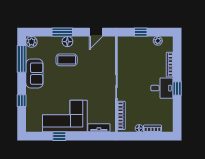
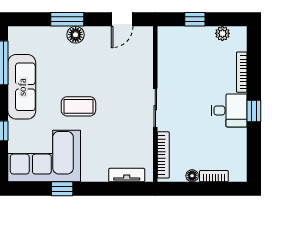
plant: (31, 42) -> (17, 35), removed
coffee table: (67, 60) -> (78, 106), moved
sofa: (34, 74) -> (22, 87), width x1.36
corner sofa: (65, 116) -> (44, 156), moved

